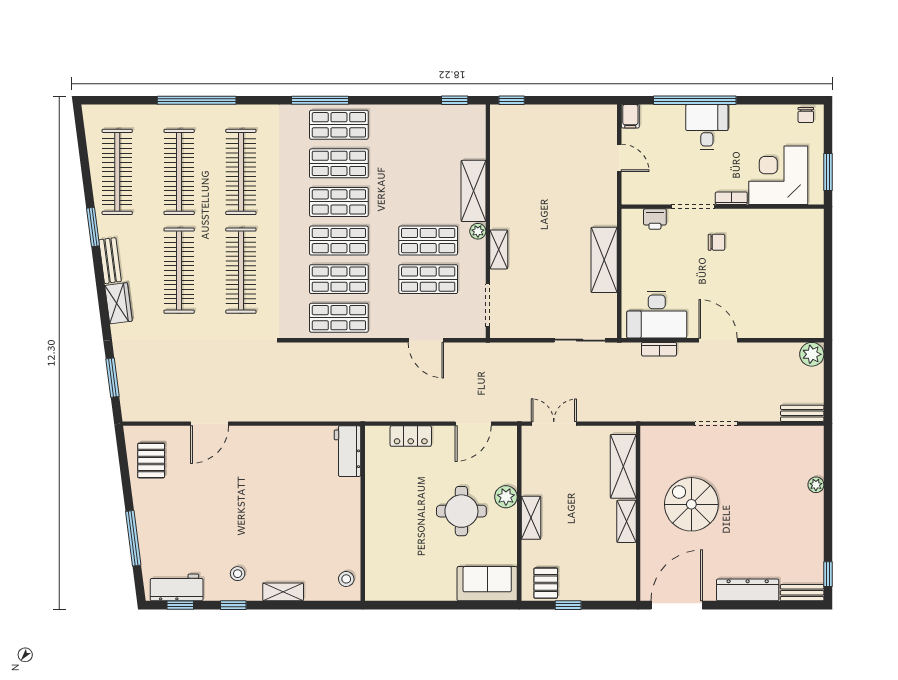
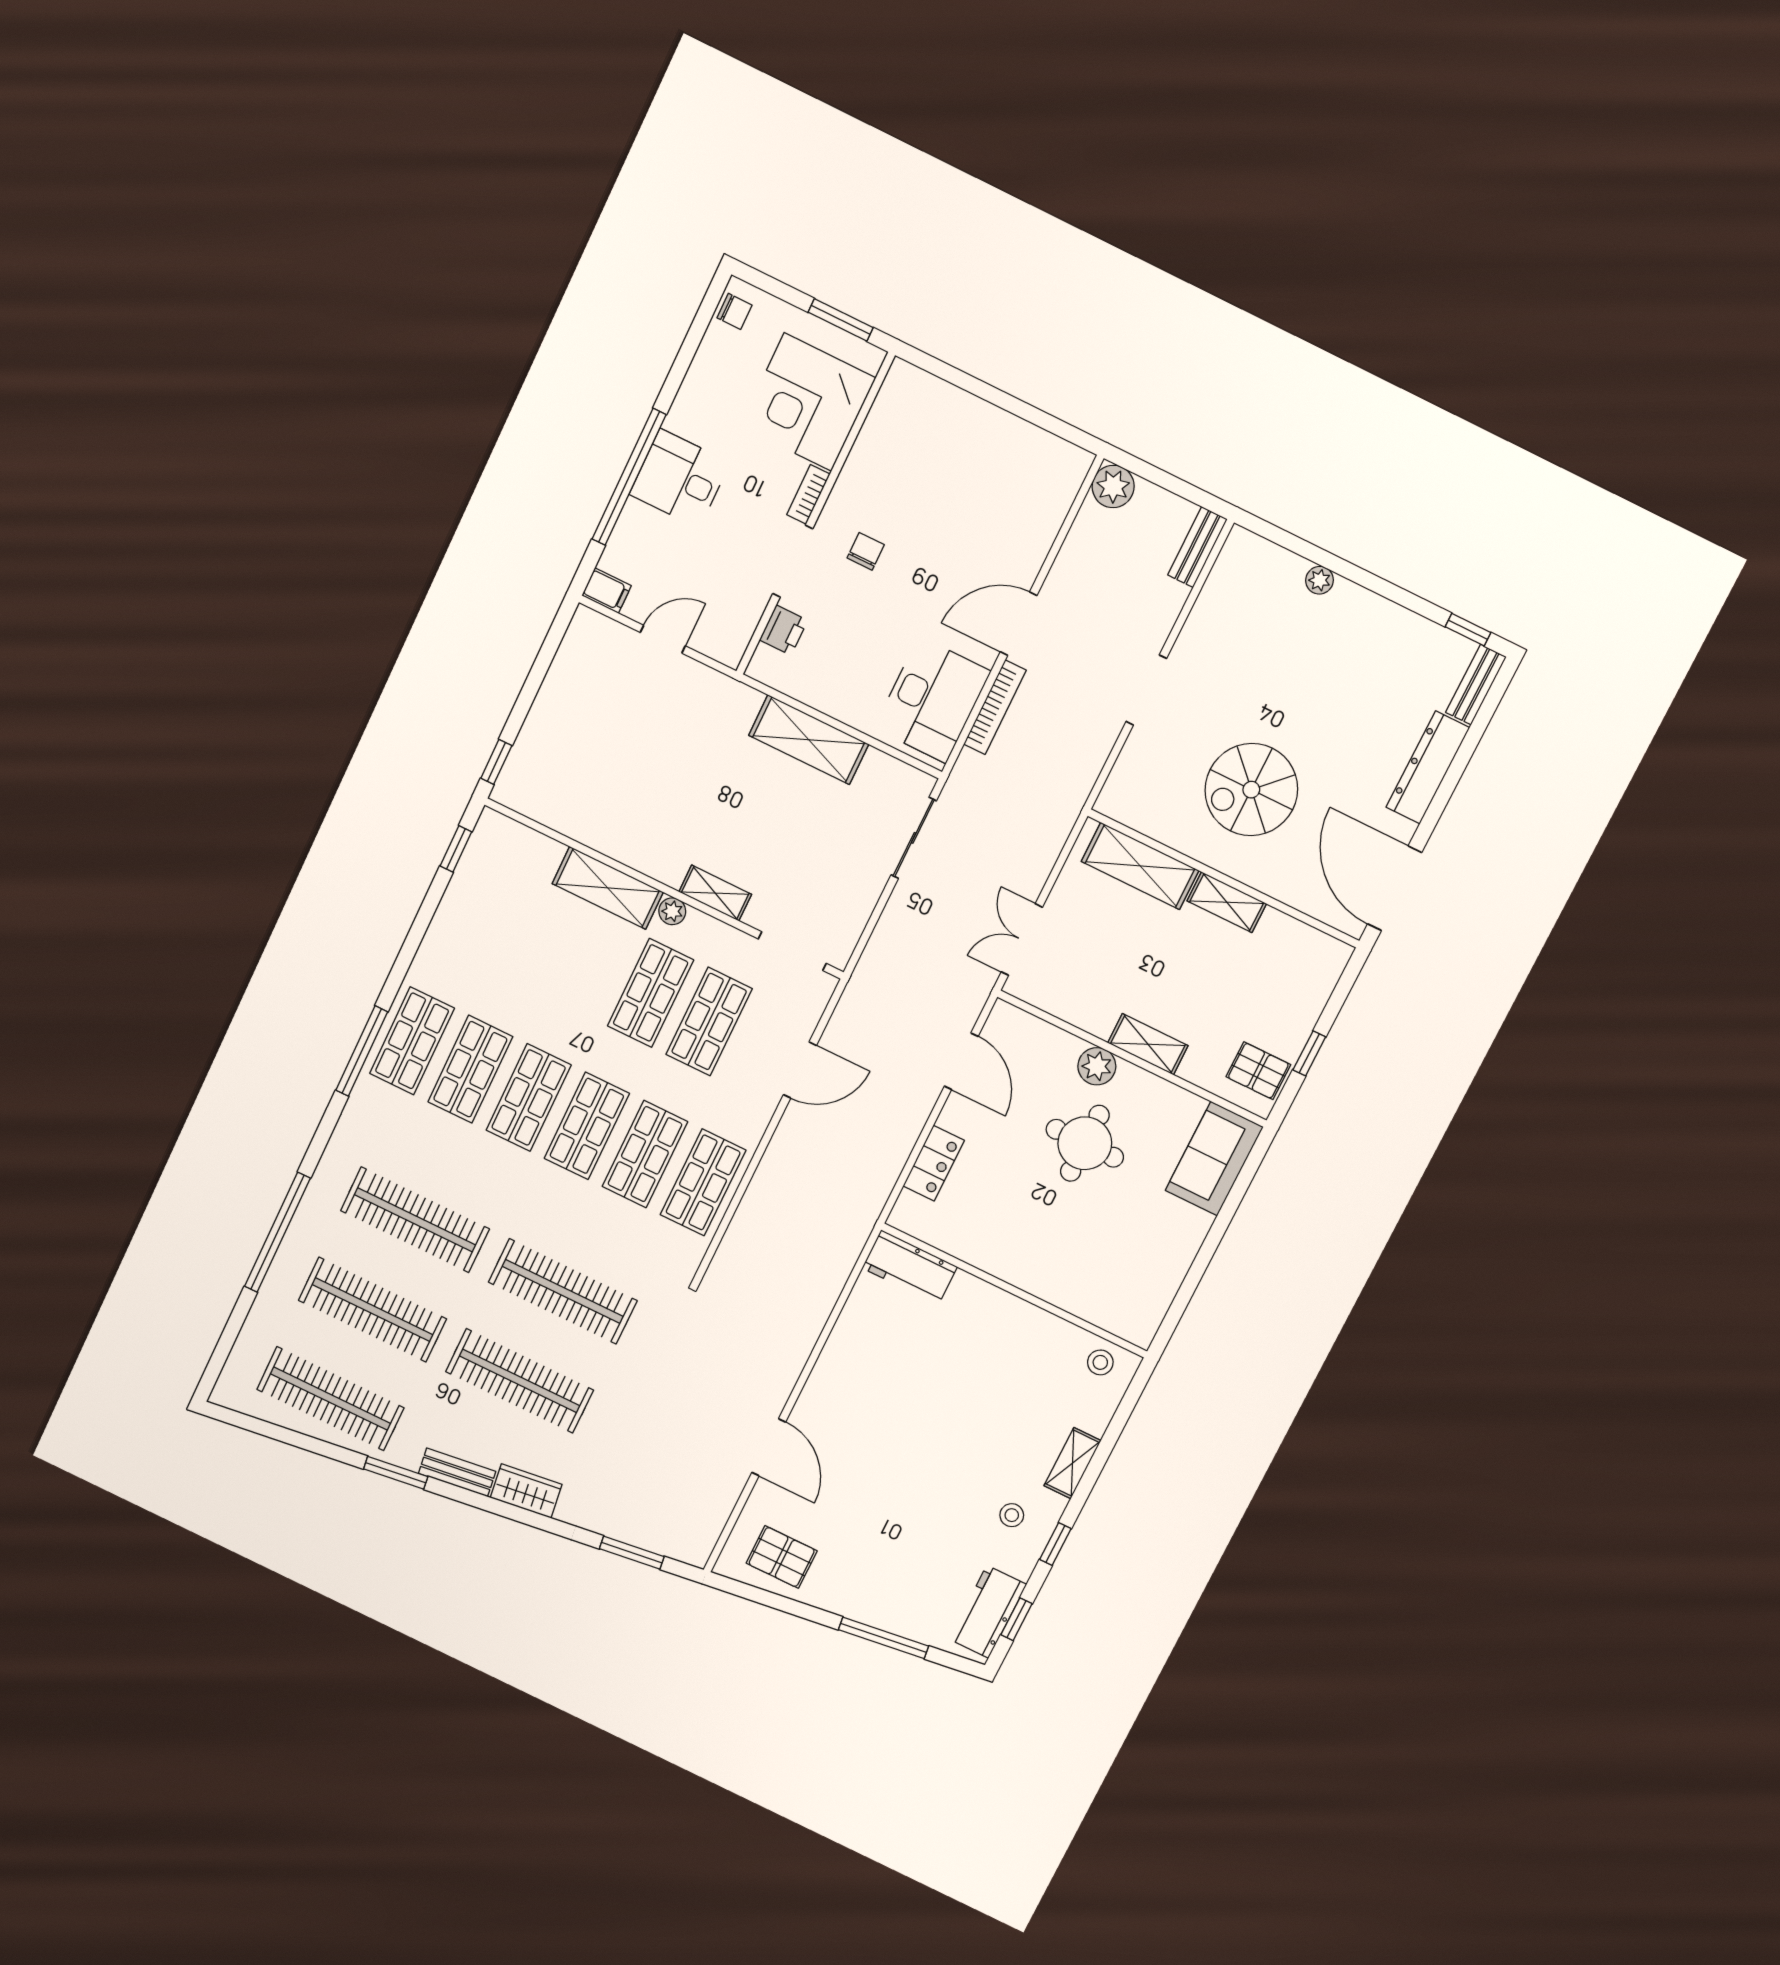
bookcase: (659, 349) -> (995, 707), width x1.56

